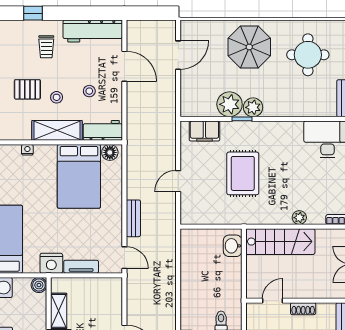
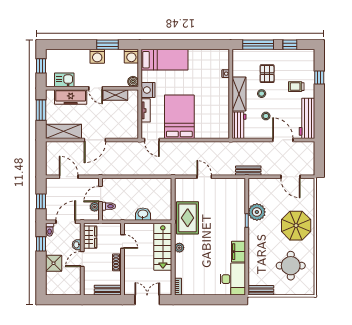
door: (124, 66) -> (283, 140), swing flipped
plant: (253, 107) -> (255, 228), removed
filing cabinet: (204, 131) -> (239, 252), moved
floor lamp: (110, 152) -> (224, 130), removed
rug: (243, 173) -> (188, 218), moved, turned 90
bed: (79, 176) -> (179, 117), moved, turned 90
bench: (133, 218) -> (248, 171), moved
plant: (299, 218) -> (179, 248), moved
washbasin: (233, 246) -> (143, 214), moved
door: (124, 258) -> (152, 140), hinge flipped

